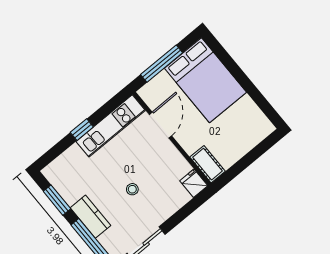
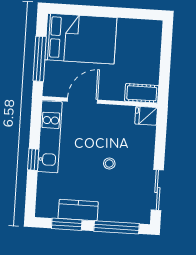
door: (160, 125) -> (82, 101), hinge flipped
kitchen counter: (90, 217) -> (78, 210), moved

